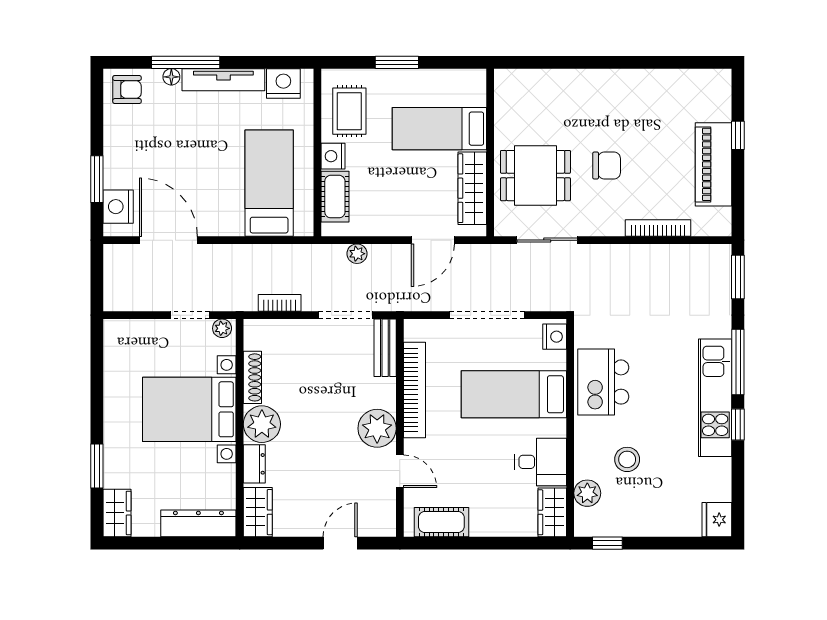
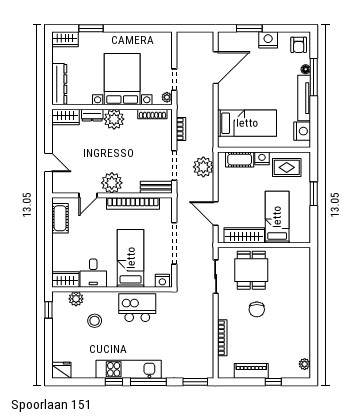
plant: (706, 79) -> (305, 364), added
piano: (714, 164) -> (251, 371), width x0.73, depth x0.75
nightstand: (118, 207) -> (268, 40), moved
plant: (357, 254) -> (203, 167), width x1.88, depth x1.88
shoe rack: (252, 377) -> (152, 114), moved

